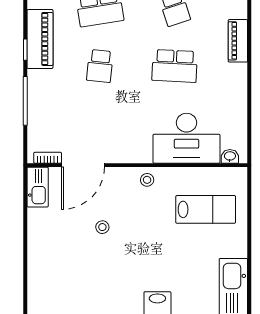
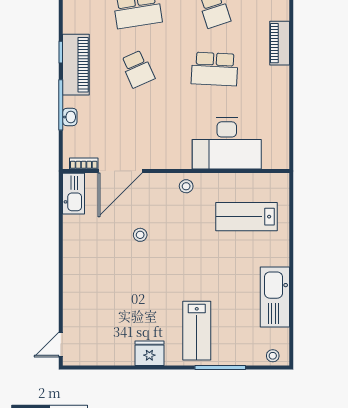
piano: (40, 39) -> (76, 65), moved
school desk: (100, 66) -> (138, 69), turned -30
washbasin: (230, 156) -> (70, 117), moved, turned 90
lab bench: (206, 209) -> (246, 217), turned 180

